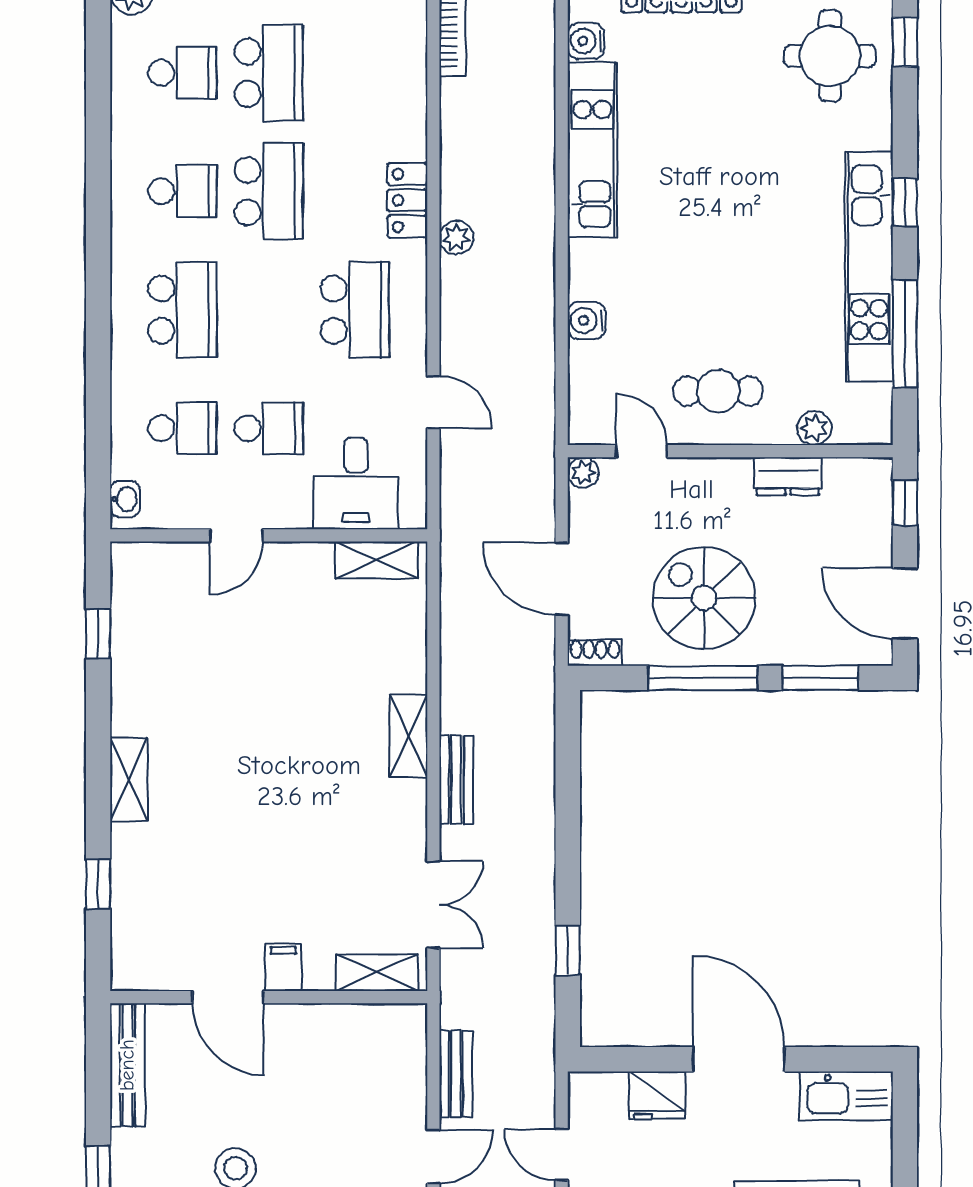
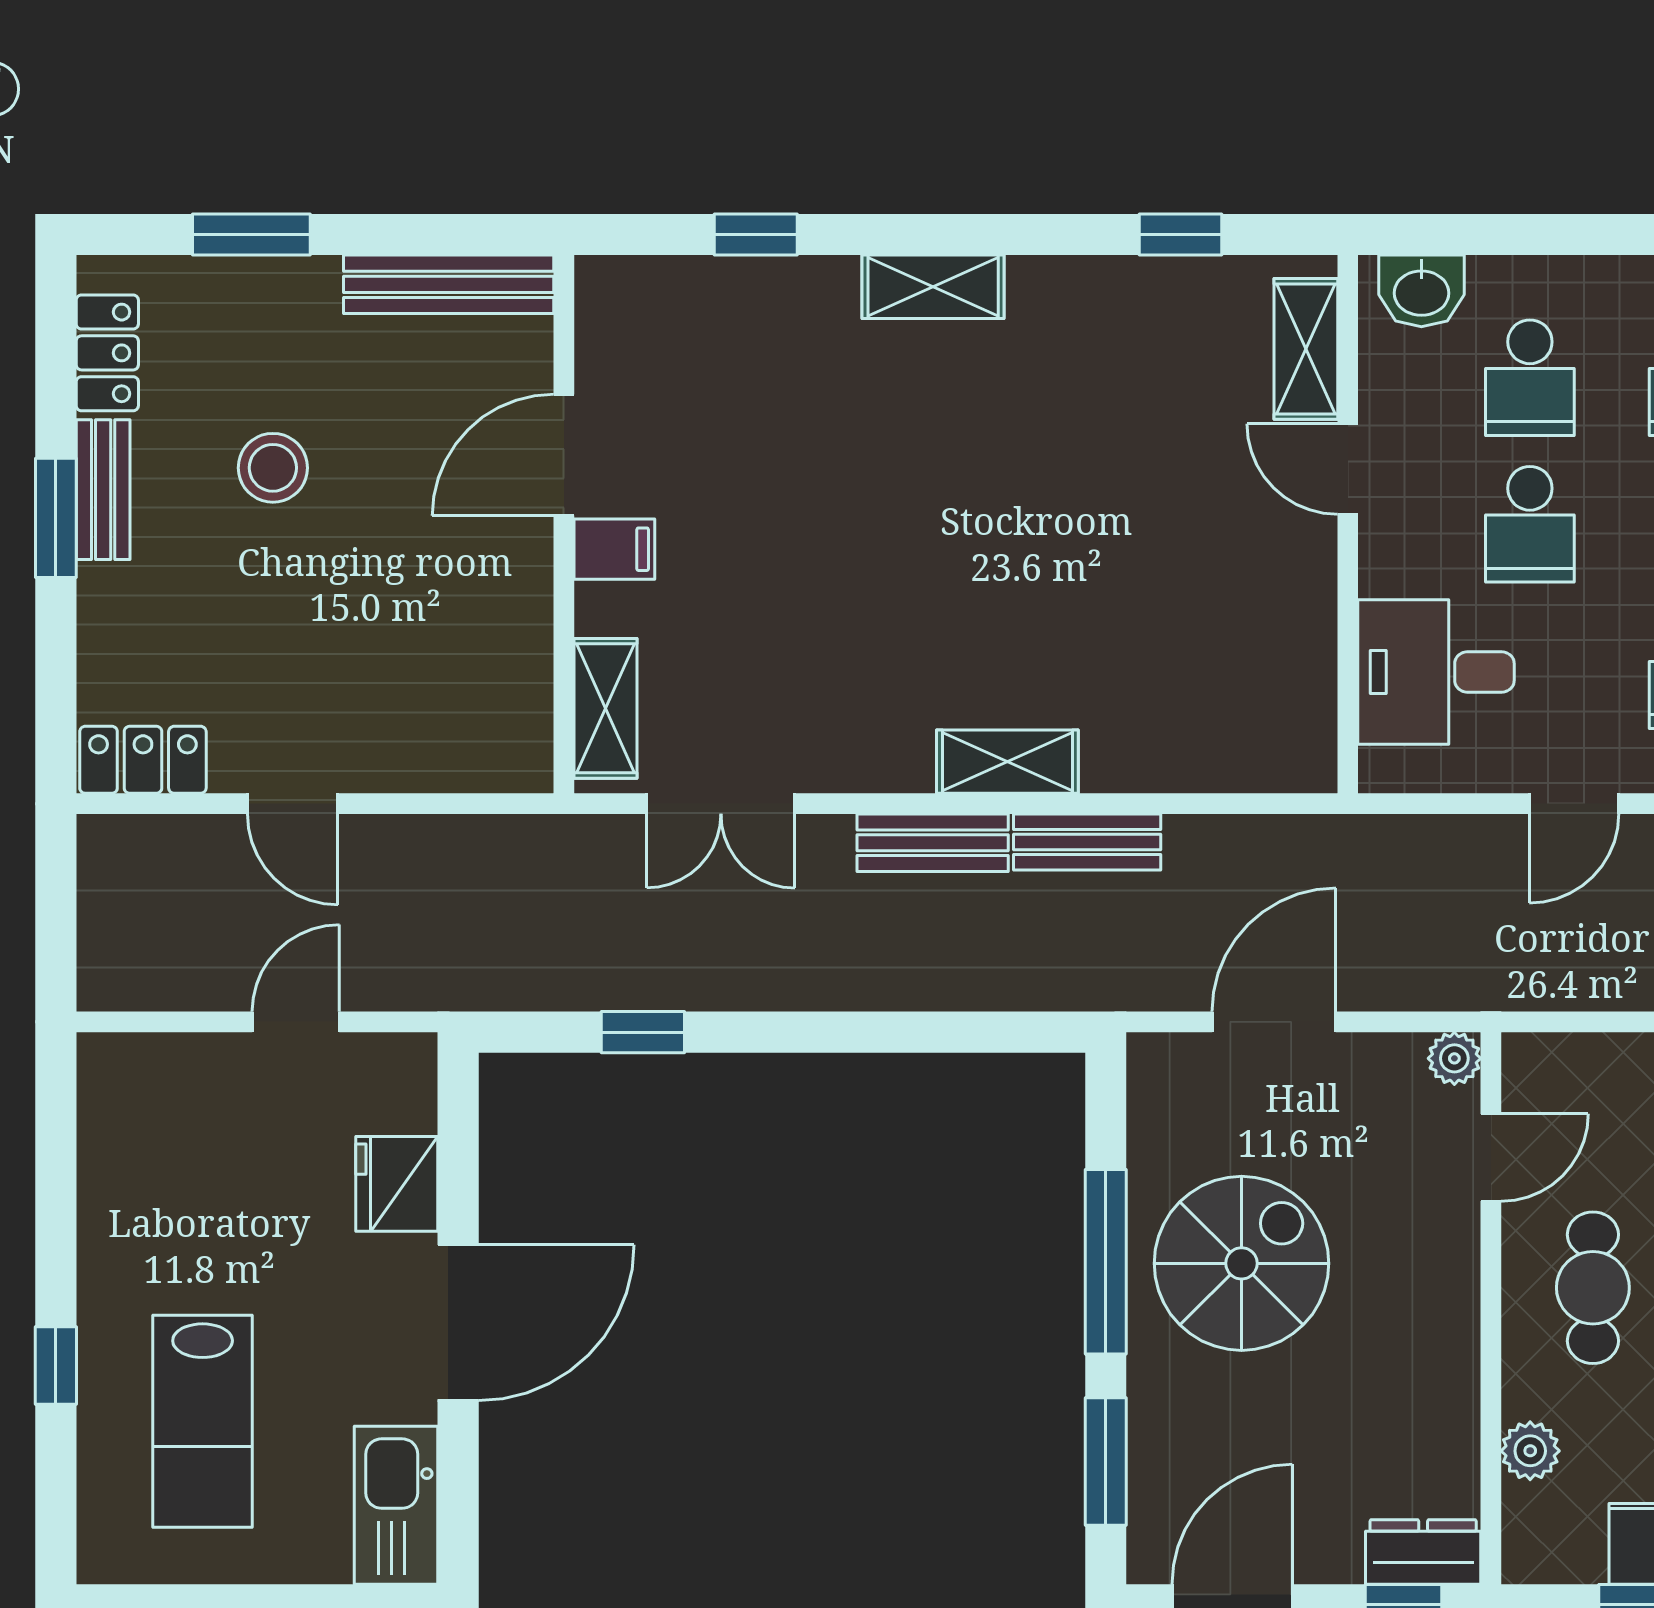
dresser: (788, 476) -> (1423, 1552), moved, turned 90
washbasin: (125, 499) -> (1421, 291), width x1.38, depth x1.45
shelving: (377, 560) -> (1306, 349), moved
shoe rack: (595, 653) -> (1149, 1078), removed
bench: (456, 1074) -> (1087, 842), moved

